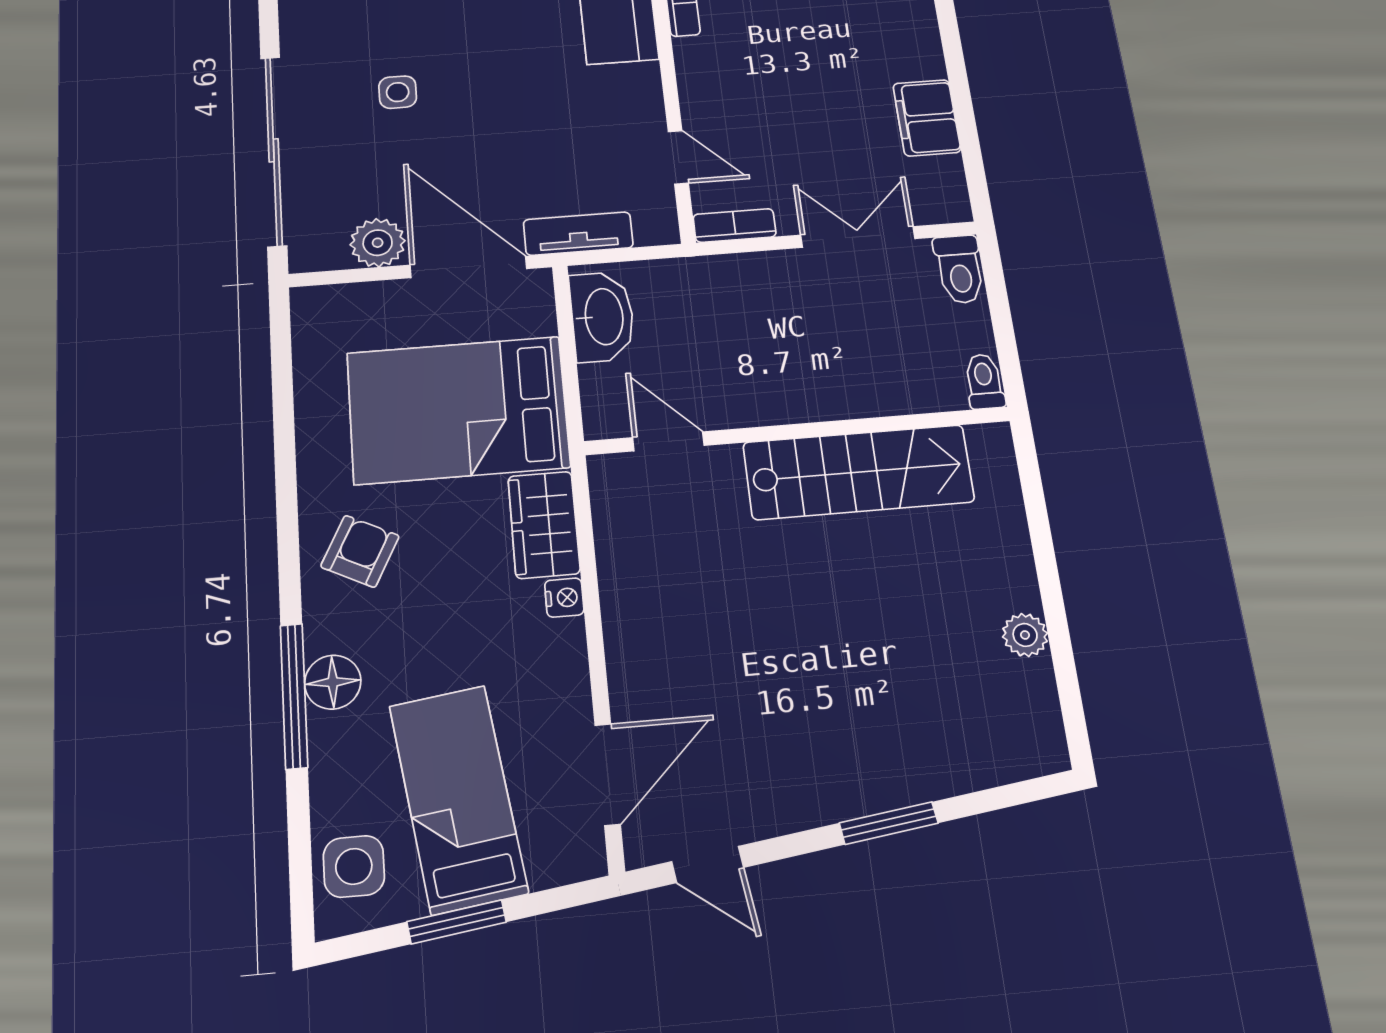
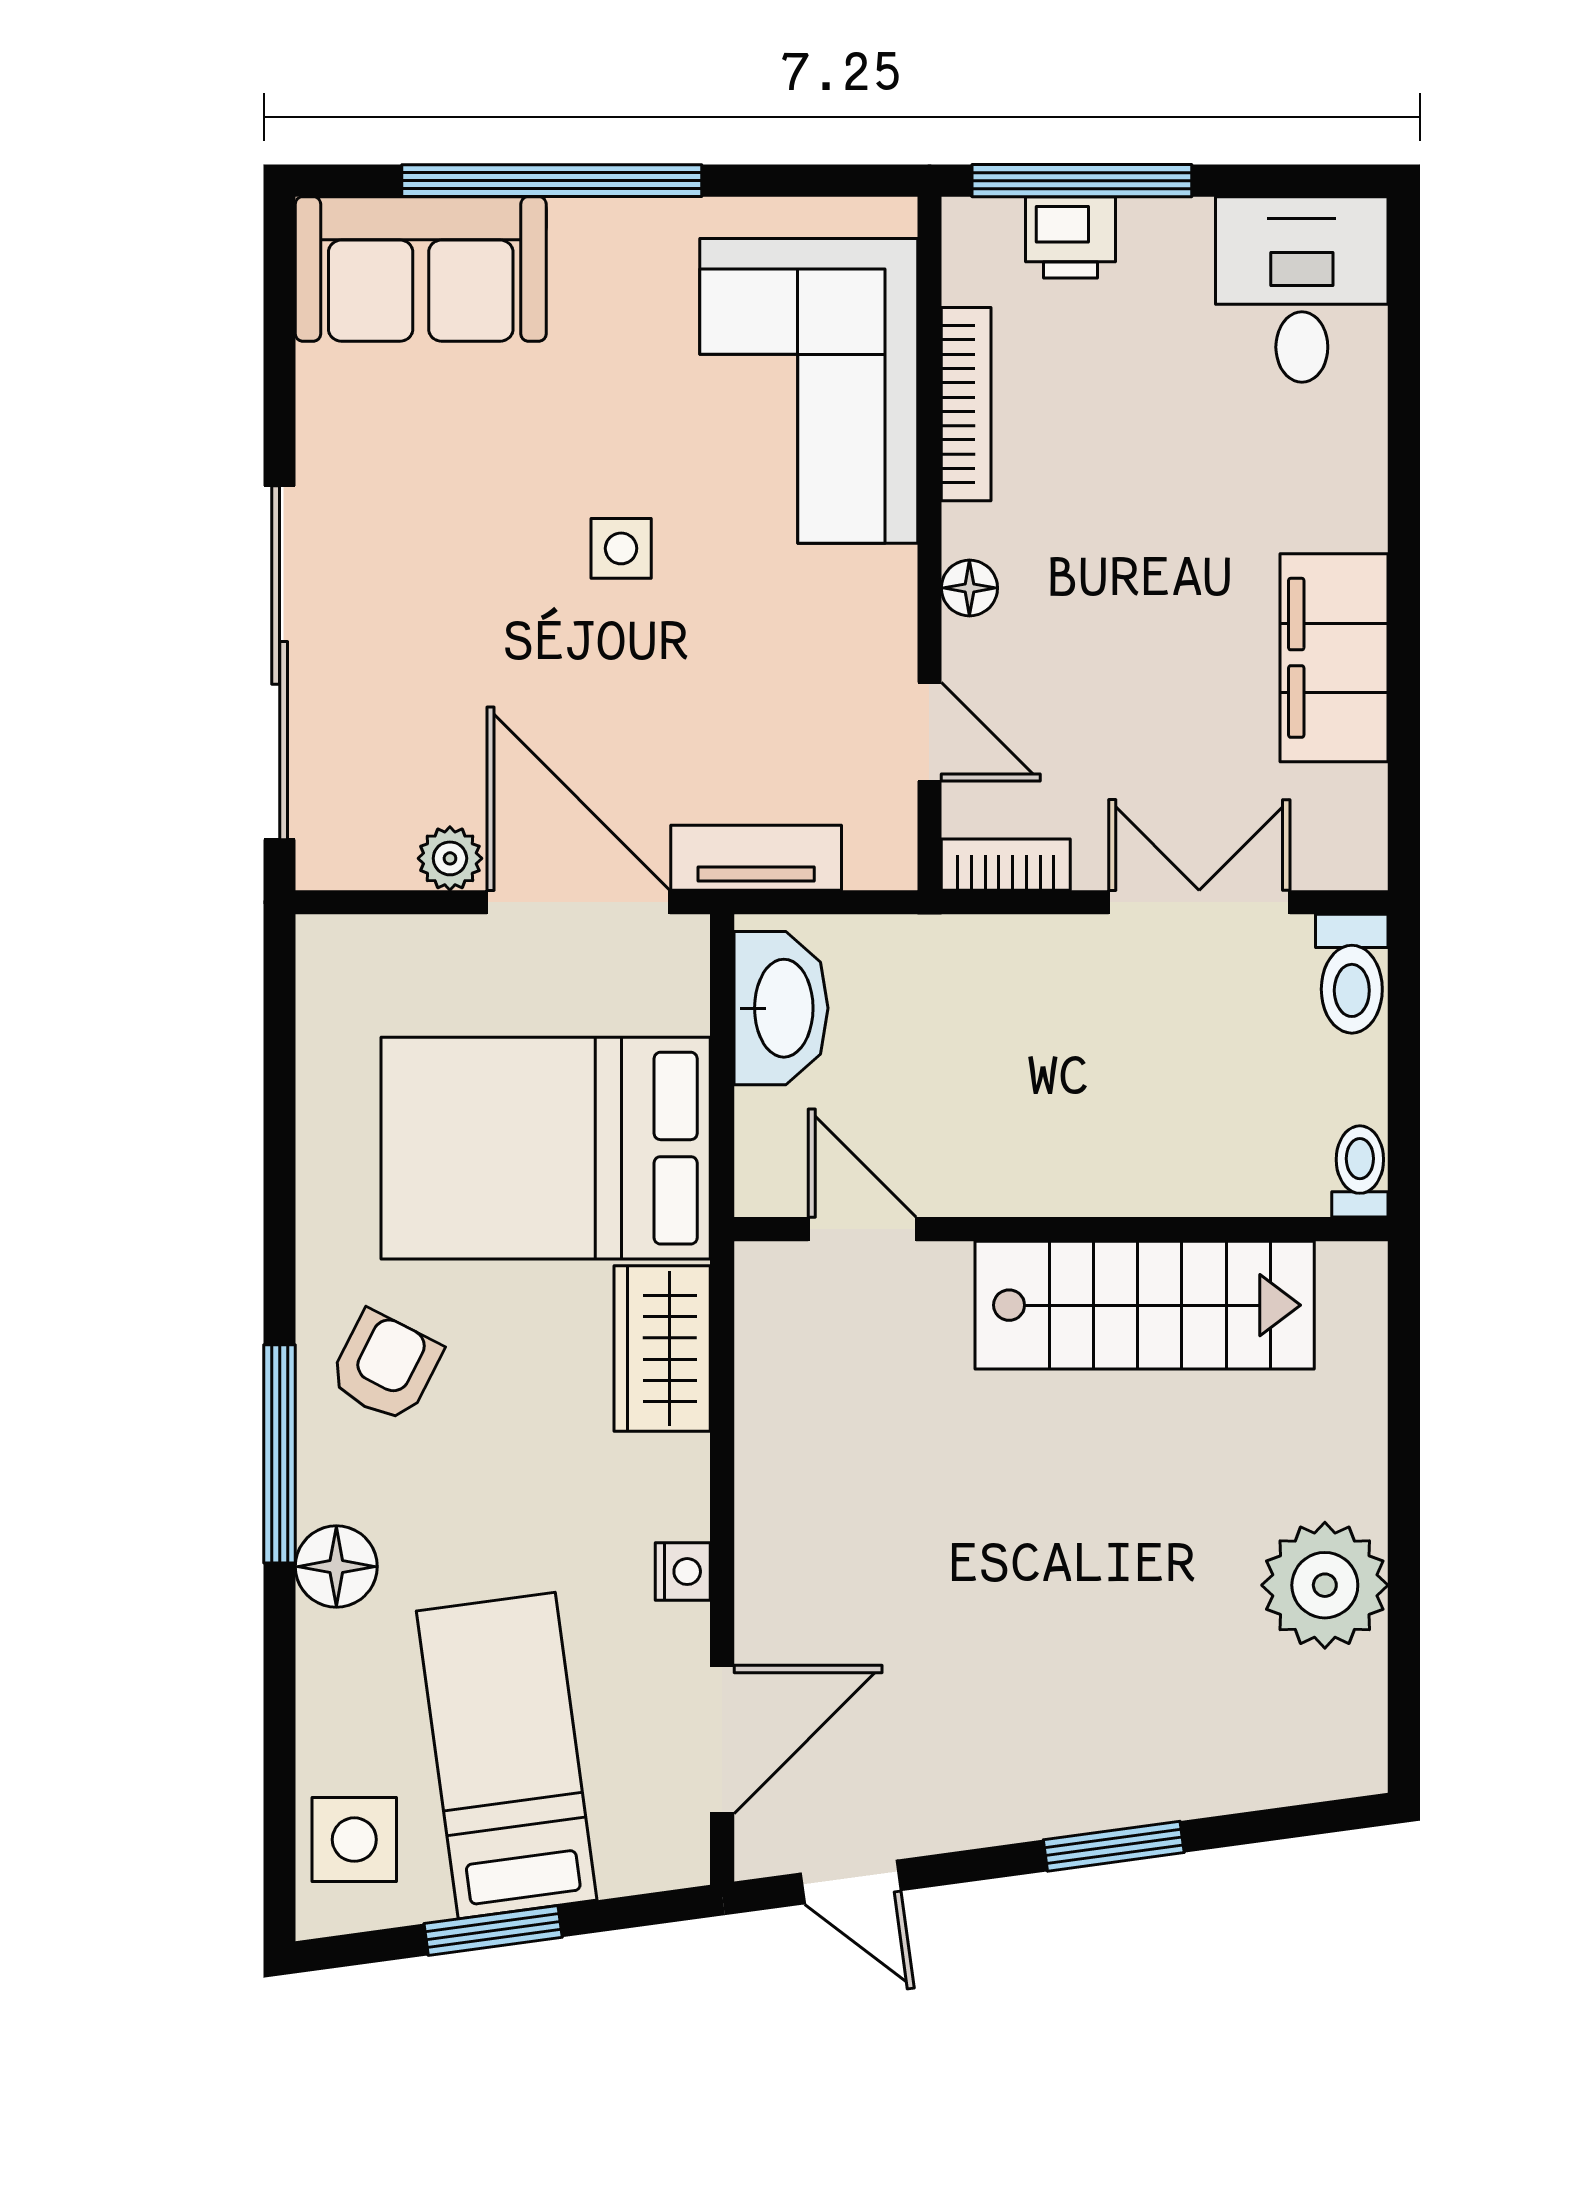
floor lamp: (693, 80) -> (969, 588), added
side table: (398, 92) -> (621, 548), moved
filing cabinet: (927, 118) -> (1334, 658), width x1.50, depth x1.17
plant: (378, 243) -> (450, 858), width x0.73, depth x0.73
nightstand: (564, 598) -> (683, 1572), moved
plant: (1025, 635) -> (1325, 1585), width x1.88, depth x1.88
window: (294, 696) -> (280, 1454), moved

